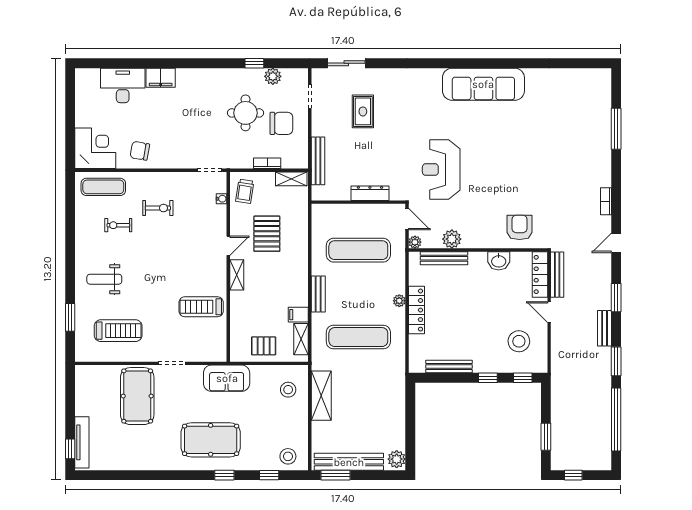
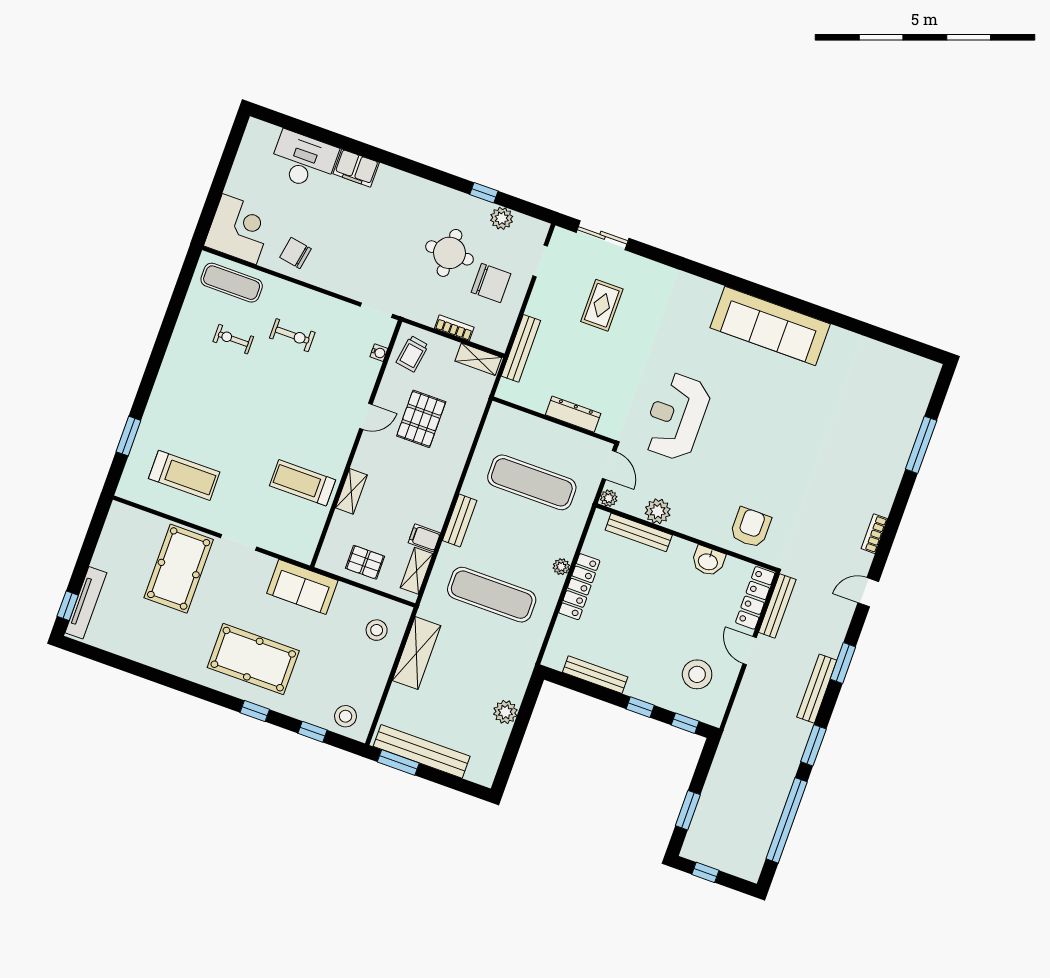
shelving: (237, 275) -> (351, 491), moved
weight bench: (104, 279) -> (190, 402), removed
bench: (605, 328) -> (817, 689), width x1.36
plant: (397, 459) -> (505, 712), moved

